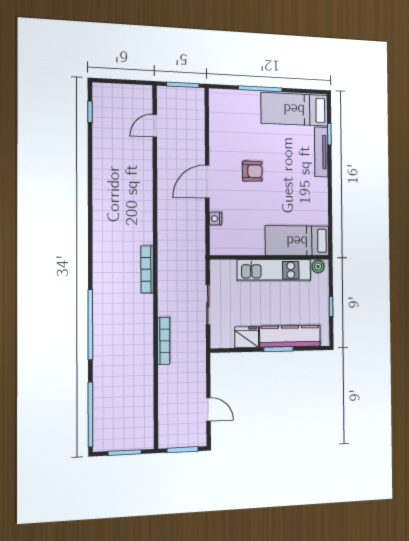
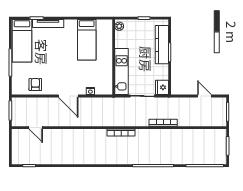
armchair: (252, 171) -> (35, 84), moved
bed: (297, 241) -> (87, 40), moved
kitchen unit: (274, 270) -> (122, 72), moved
fridge: (247, 337) -> (162, 87), moved
door: (208, 409) -> (204, 96), hinge flipped

